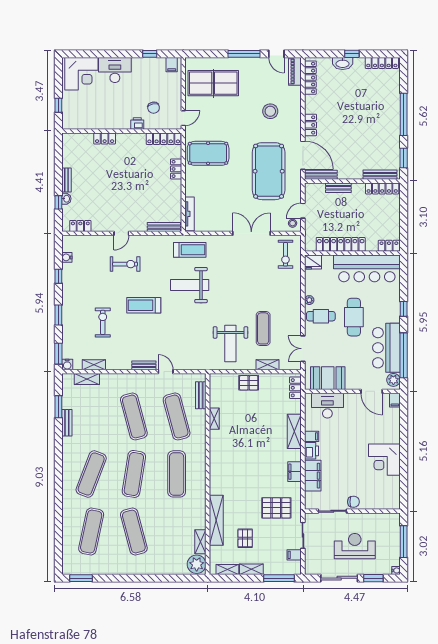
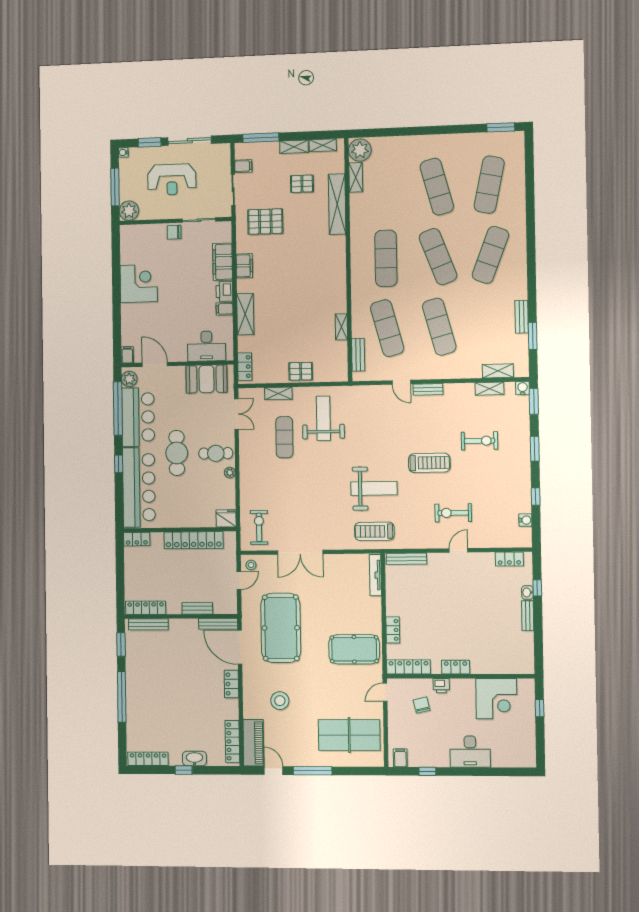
piano: (295, 71) -> (253, 743), width x1.37, depth x1.33
corner desk: (81, 74) -> (496, 699), moved, turned 180
locker: (105, 139) -> (456, 667), moved
bar counter: (367, 268) -> (139, 487), moved, turned 90
exercise bike: (103, 322) -> (479, 441), turned -90
exercise mat: (134, 474) -> (438, 257), turned -30
plant: (392, 521) -> (129, 211), added
pallet: (245, 538) -> (302, 184), turned 90

